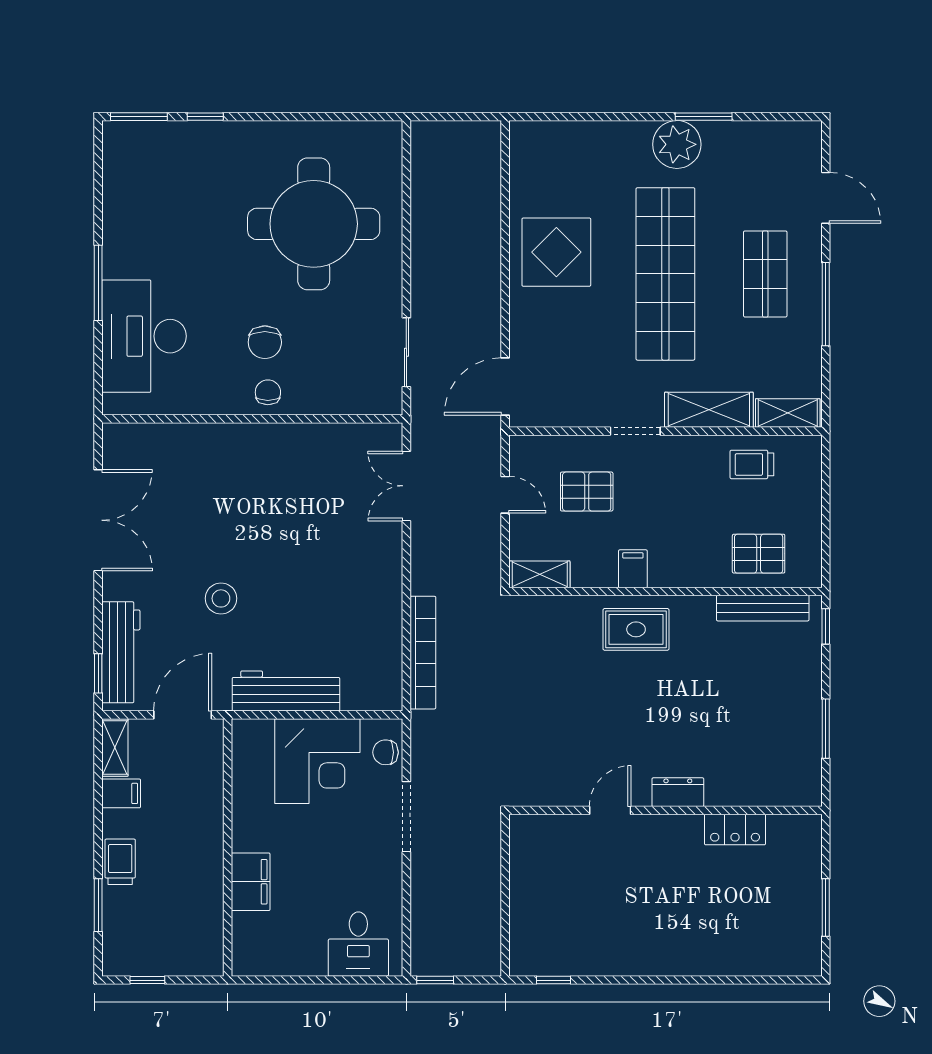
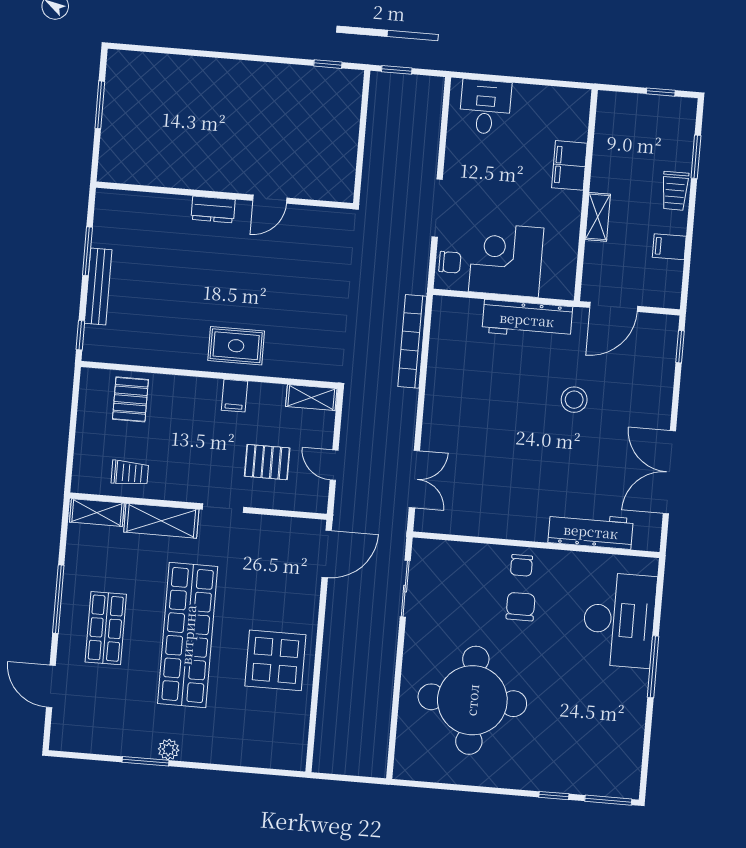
plant: (677, 144) -> (169, 750), width x0.53, depth x0.53
pallet: (759, 554) -> (130, 399), turned 90
bench: (763, 608) -> (98, 286), moved, turned 90
workbench: (121, 652) -> (591, 531), moved, turned 90
shelving: (115, 747) -> (598, 217), moved
locker: (735, 830) -> (169, 175), removed
window: (435, 980) -> (397, 70), moved

